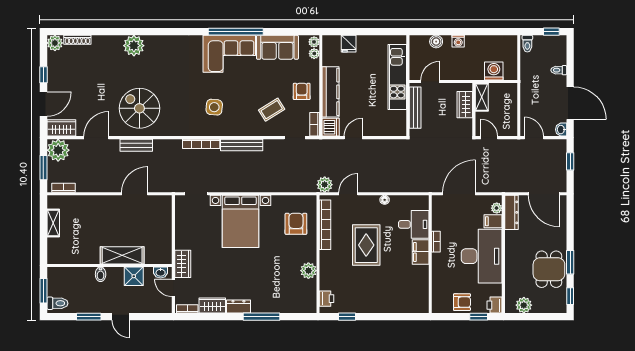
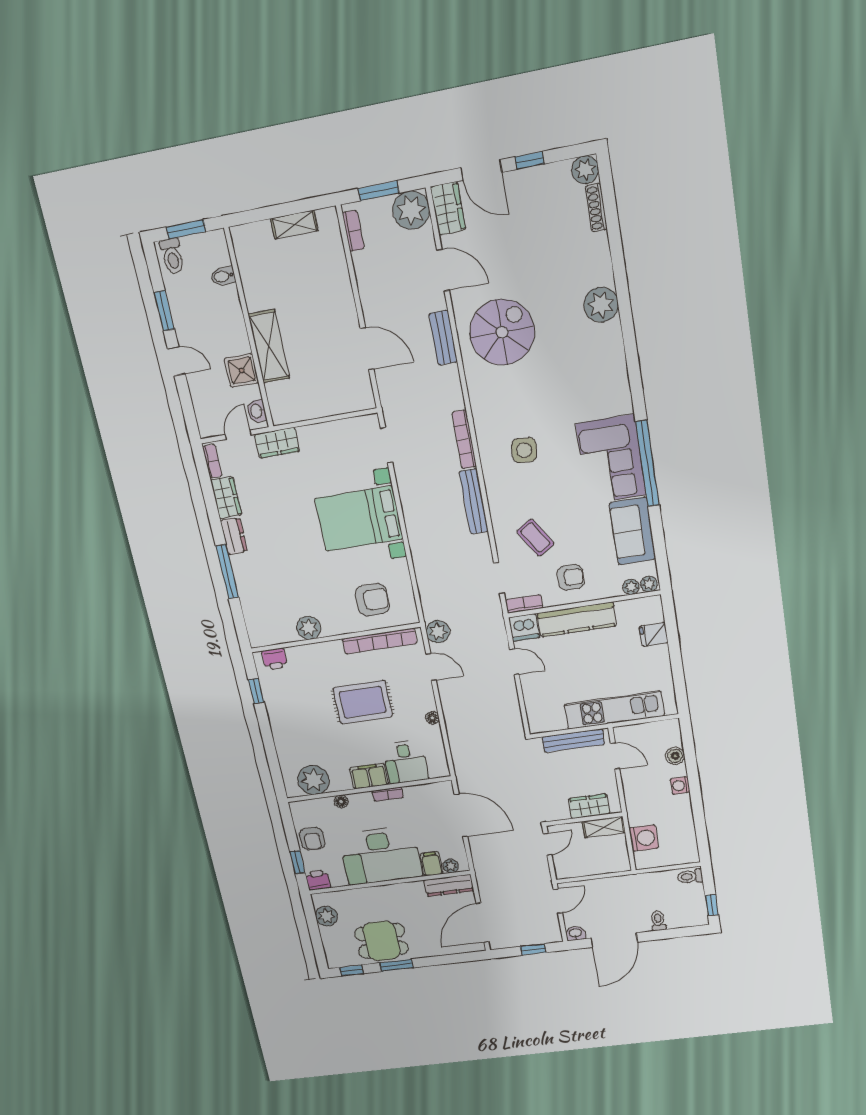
bidet: (101, 274) -> (223, 276), moved
floor lamp: (437, 275) -> (341, 801), added
plant: (418, 291) -> (313, 780), added
door: (121, 317) -> (176, 361), swing flipped

